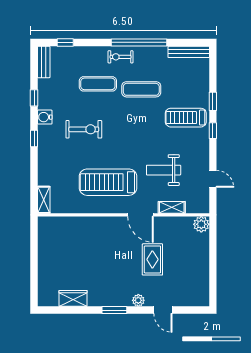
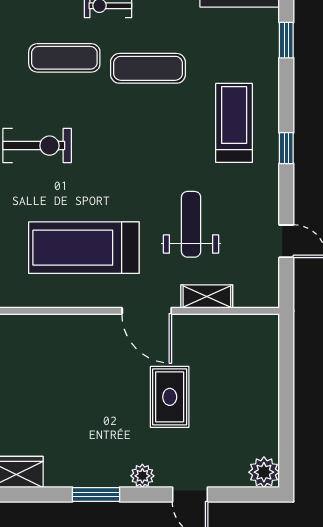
window: (213, 101) -> (286, 40), moved
treadmill: (186, 118) -> (234, 123), turned 90
weight bench: (164, 170) -> (191, 224), turned 90
plant: (201, 224) -> (264, 472), moved

